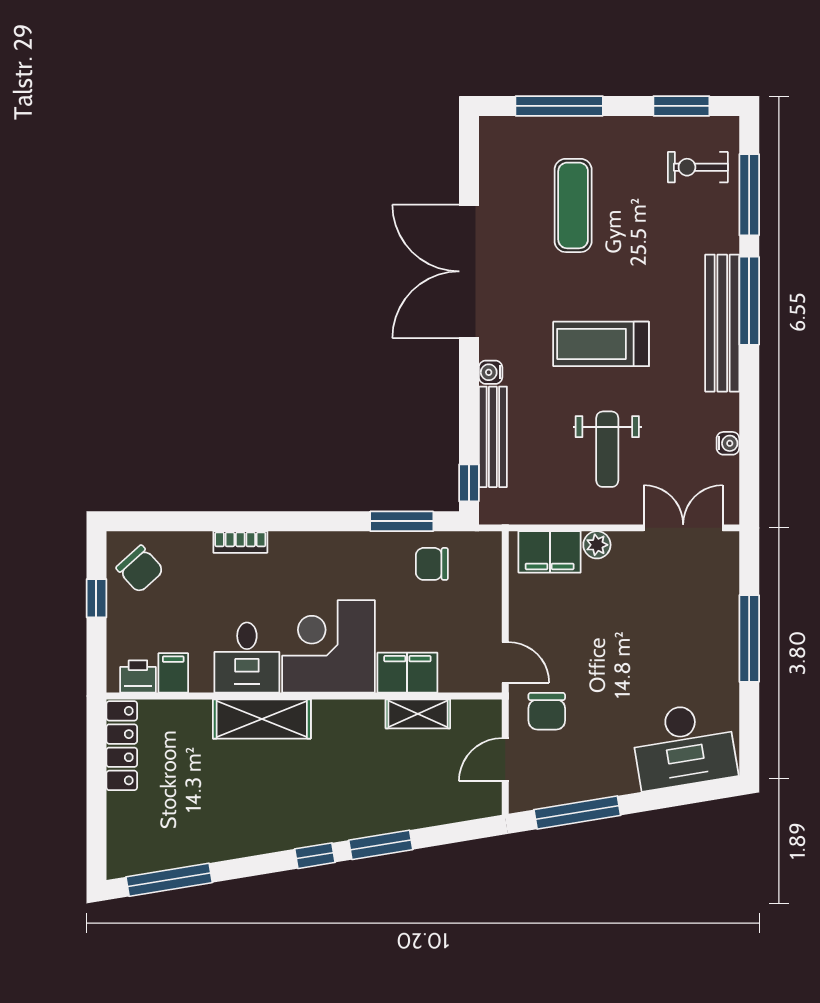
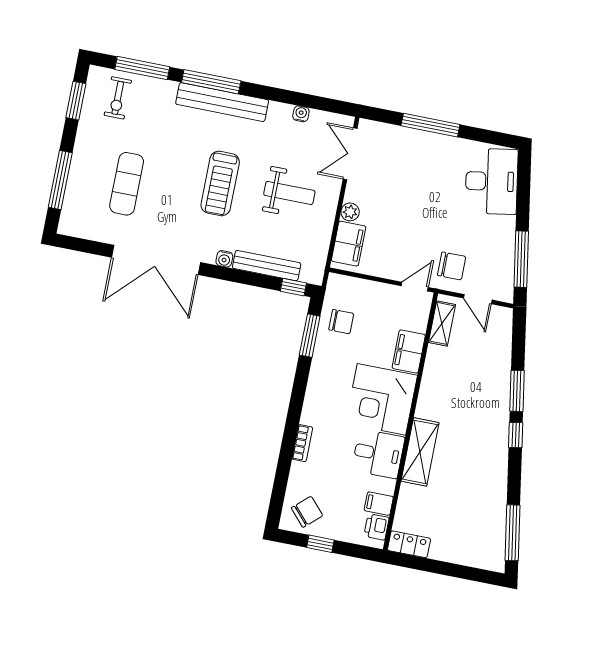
exercise mat: (573, 205) -> (127, 184), turned 90
chair: (432, 564) -> (341, 322), turned -90
shelving: (418, 714) -> (442, 323), moved
locker: (122, 746) -> (409, 544), width x0.66

